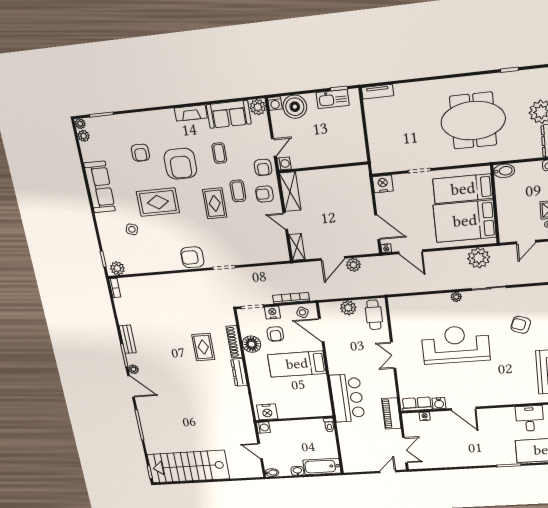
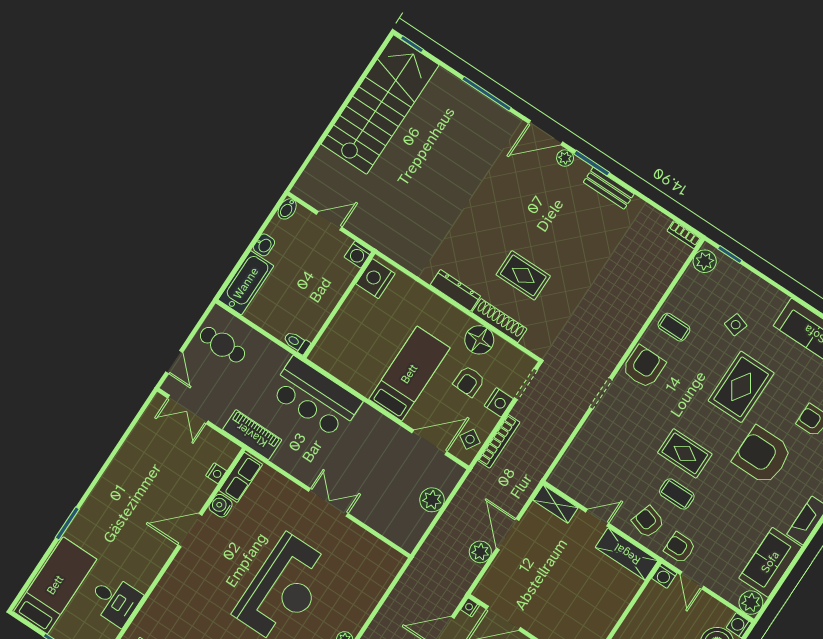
coffee table: (219, 153) -> (674, 327), moved
armchair: (265, 194) -> (648, 522), turned -73
cafe table: (374, 315) -> (222, 345), moved
armchair: (275, 334) -> (469, 381), turned -88

